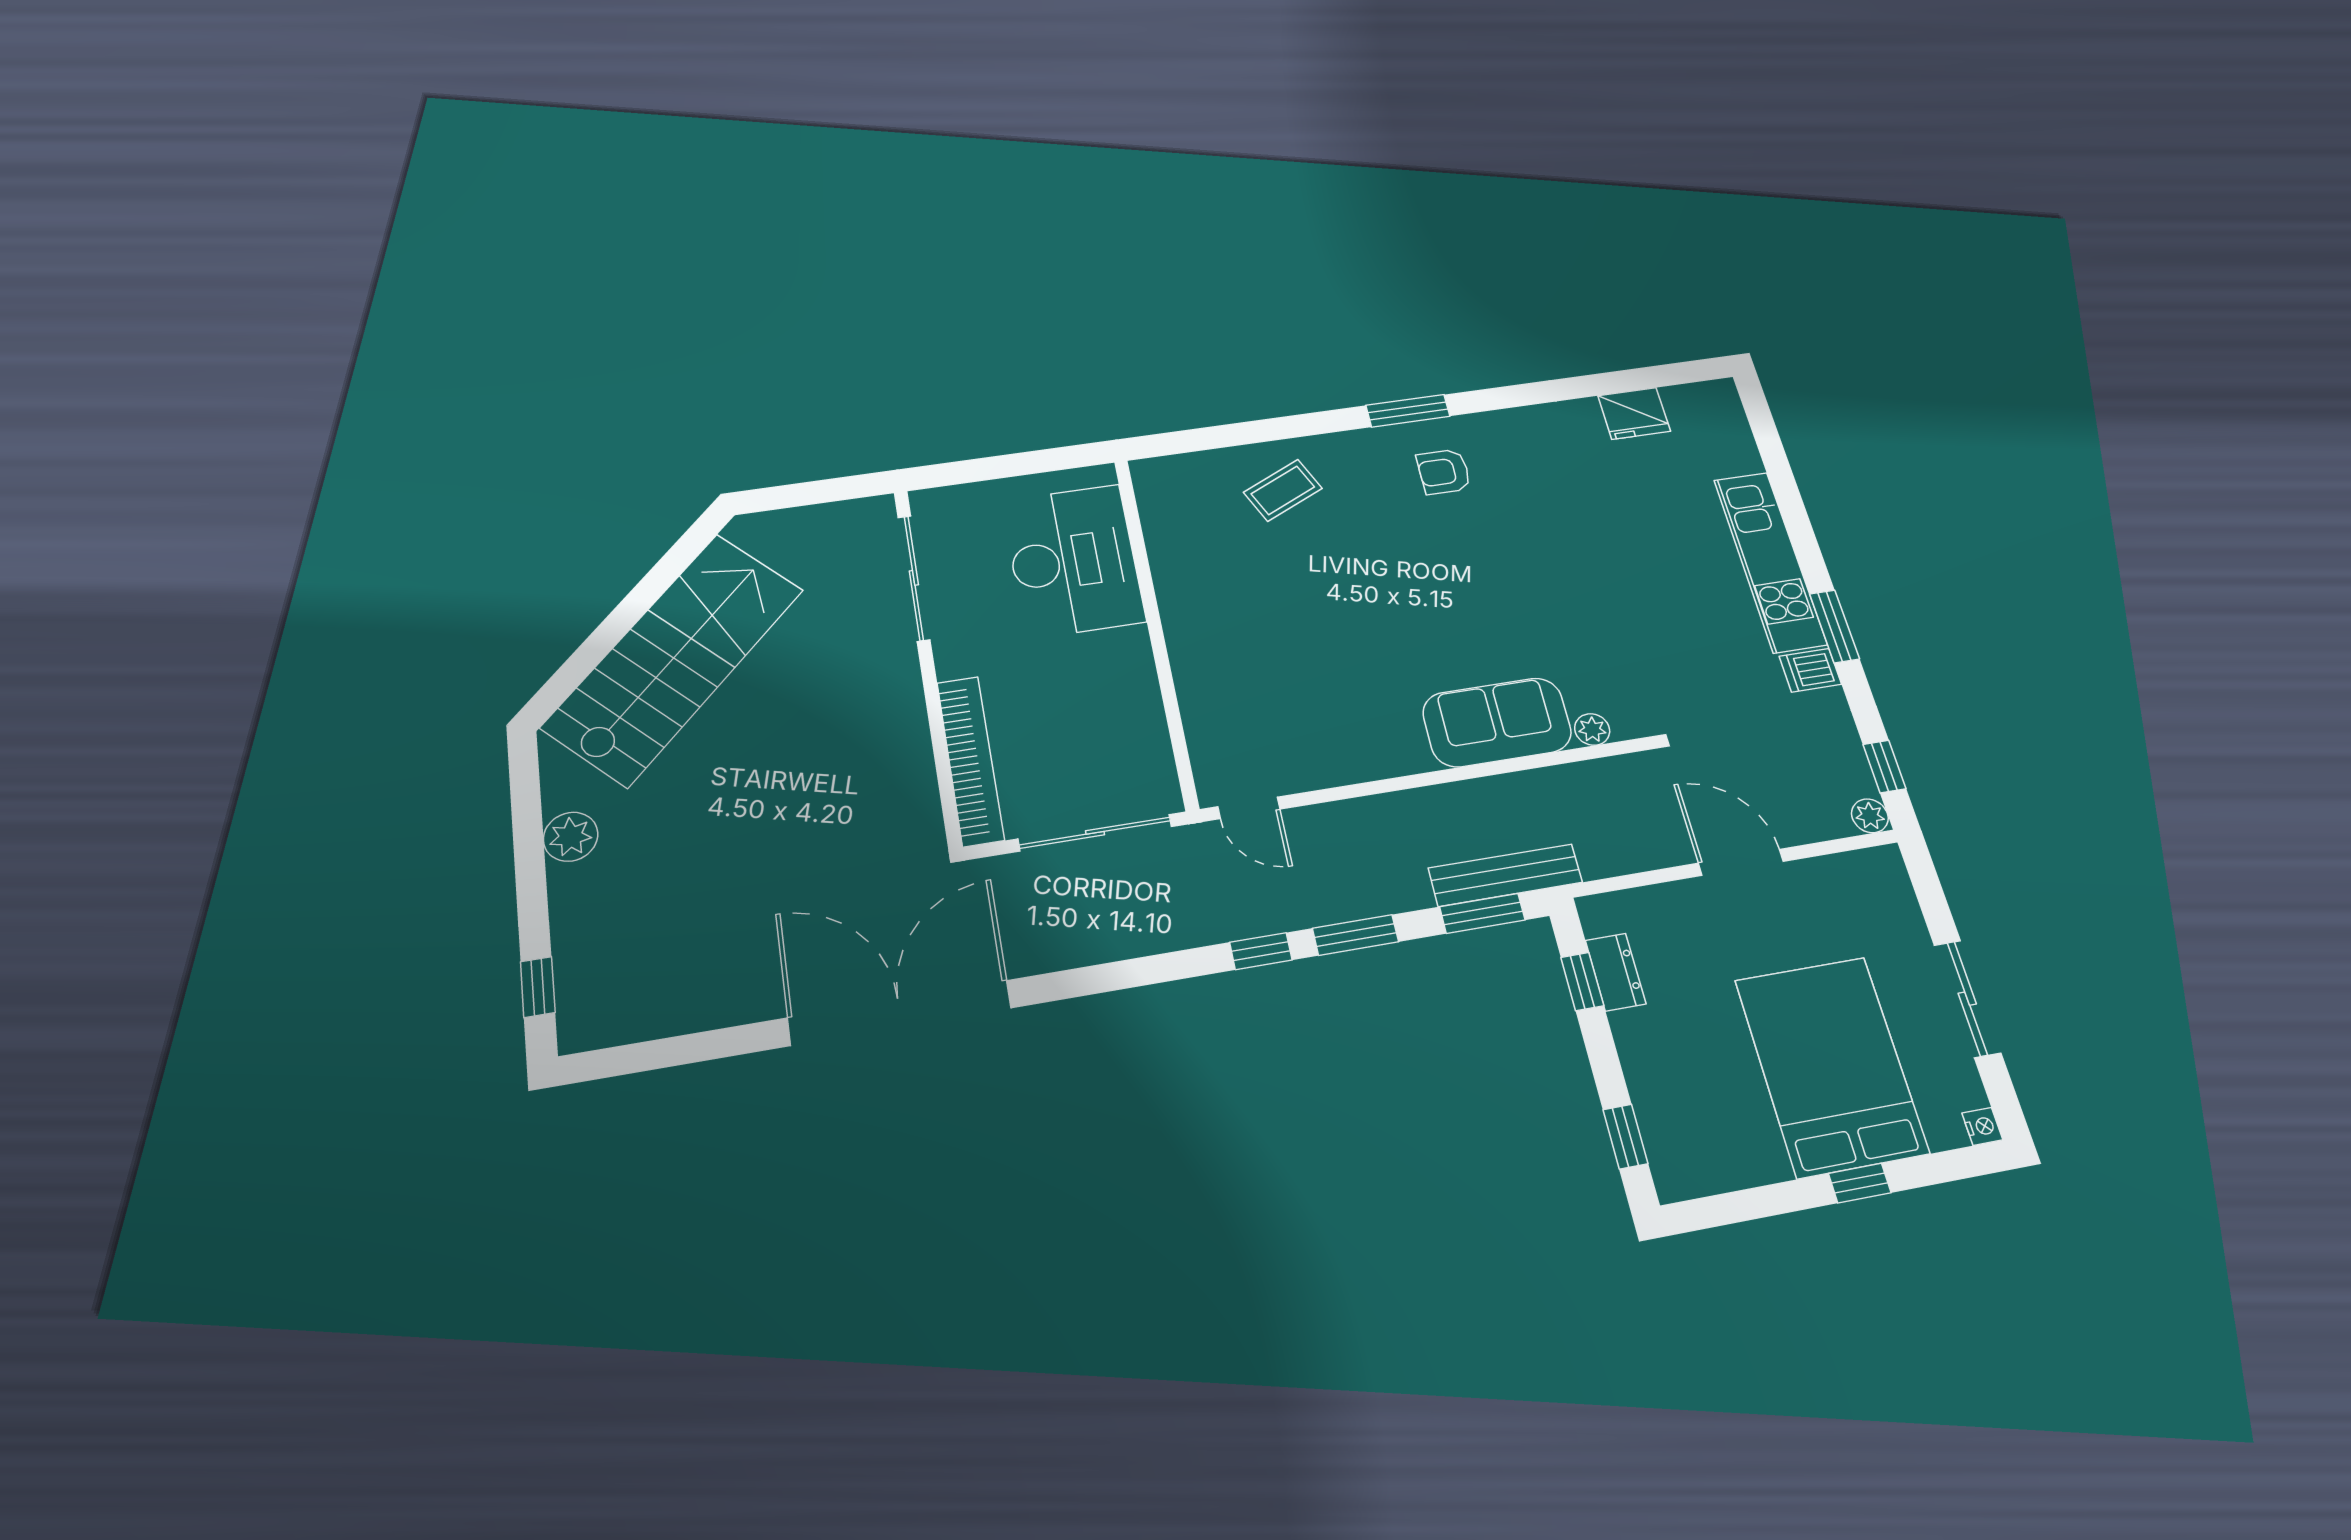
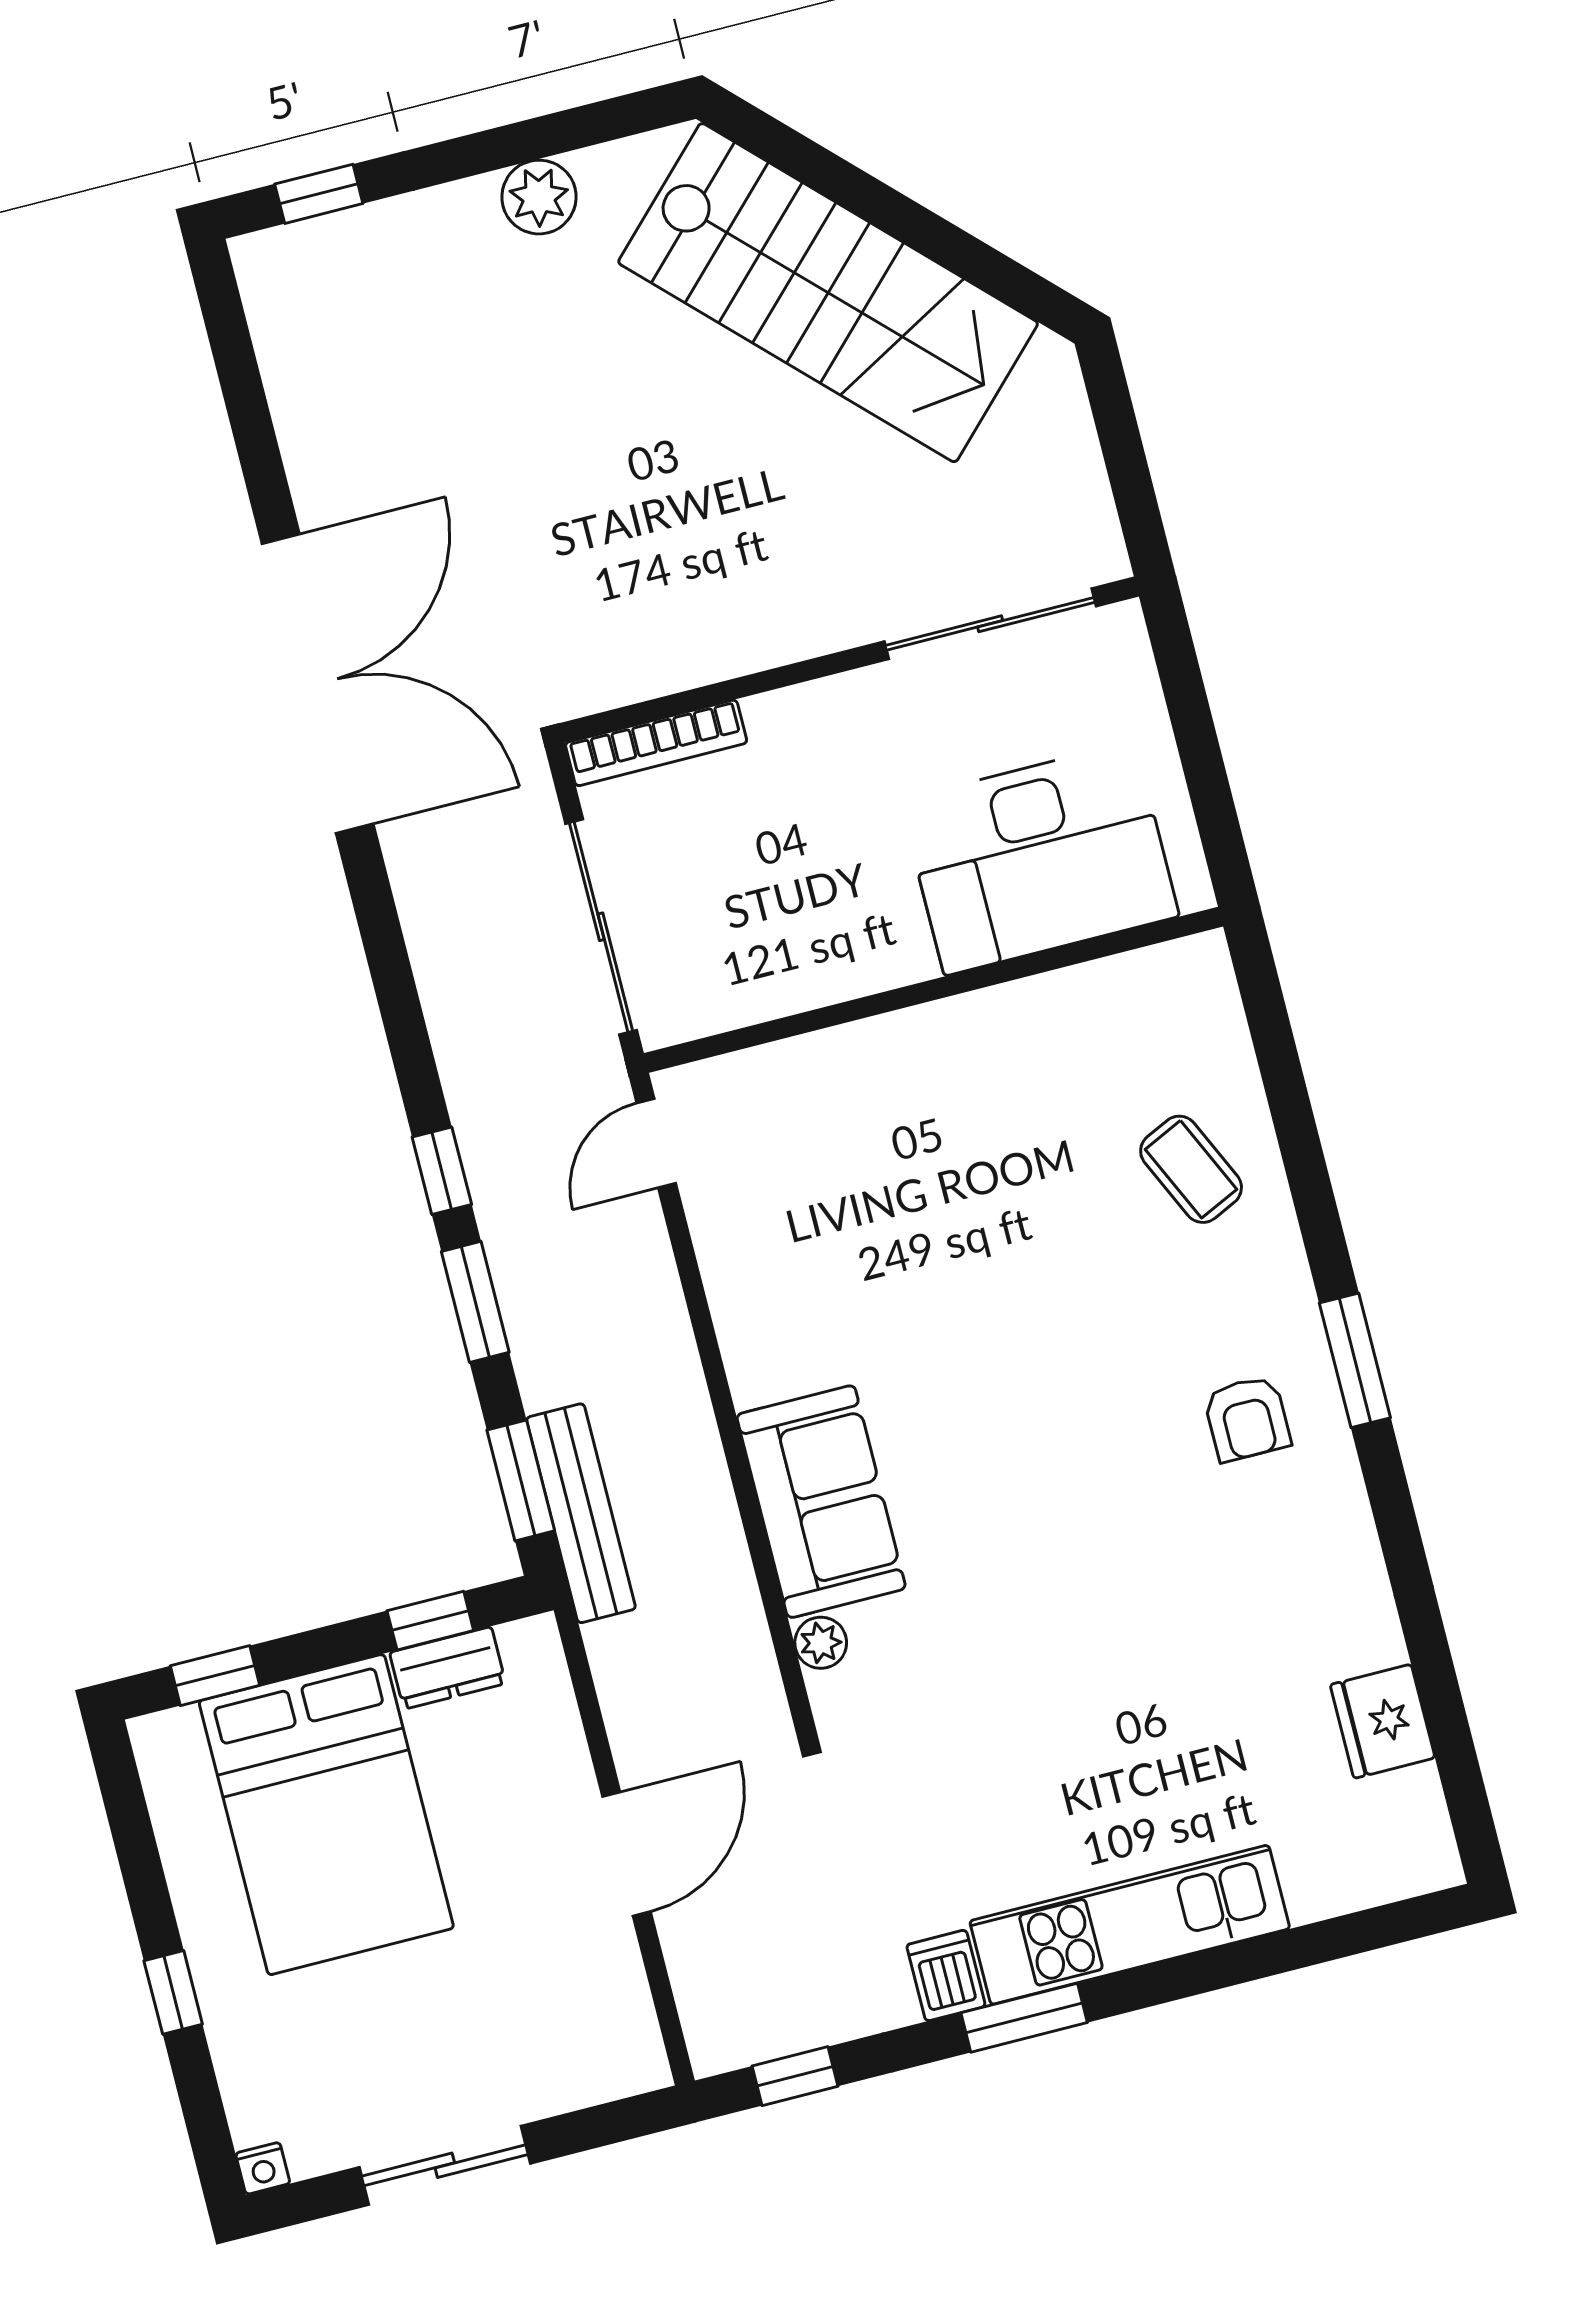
armchair: (1444, 472) -> (1247, 1419), turned 180
bookcase: (970, 761) -> (656, 743), width x0.68, depth x0.76
plant: (1870, 816) -> (714, 2048), removed
bed: (1831, 1066) -> (326, 1815), moved, turned 90

